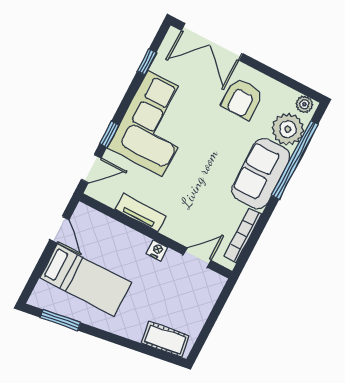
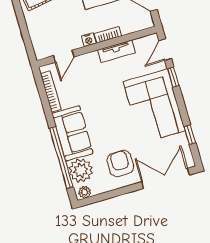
bookcase: (133, 237) -> (108, 35), added

